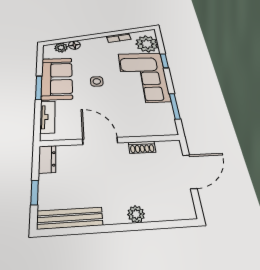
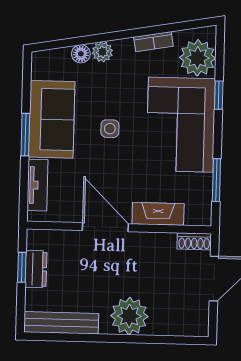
plant: (61, 48) -> (102, 52), moved
fireplace: (138, 130) -> (158, 214), added
shoe rack: (142, 147) -> (194, 241), moved
dresser: (47, 159) -> (36, 269), moved
window: (35, 192) -> (22, 267), moved
plant: (136, 214) -> (129, 316), width x1.87, depth x1.87

